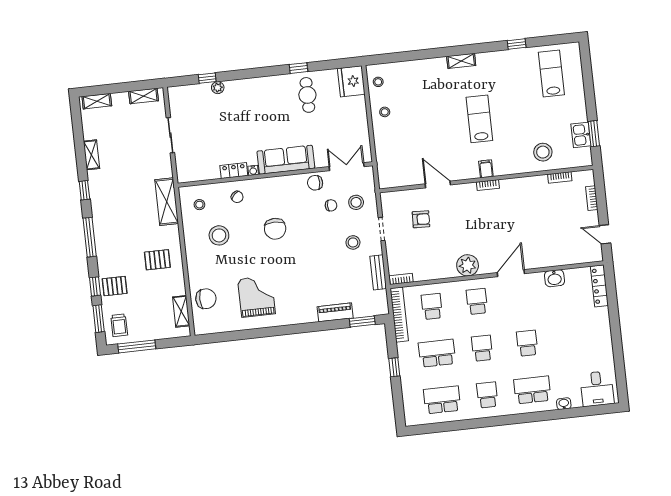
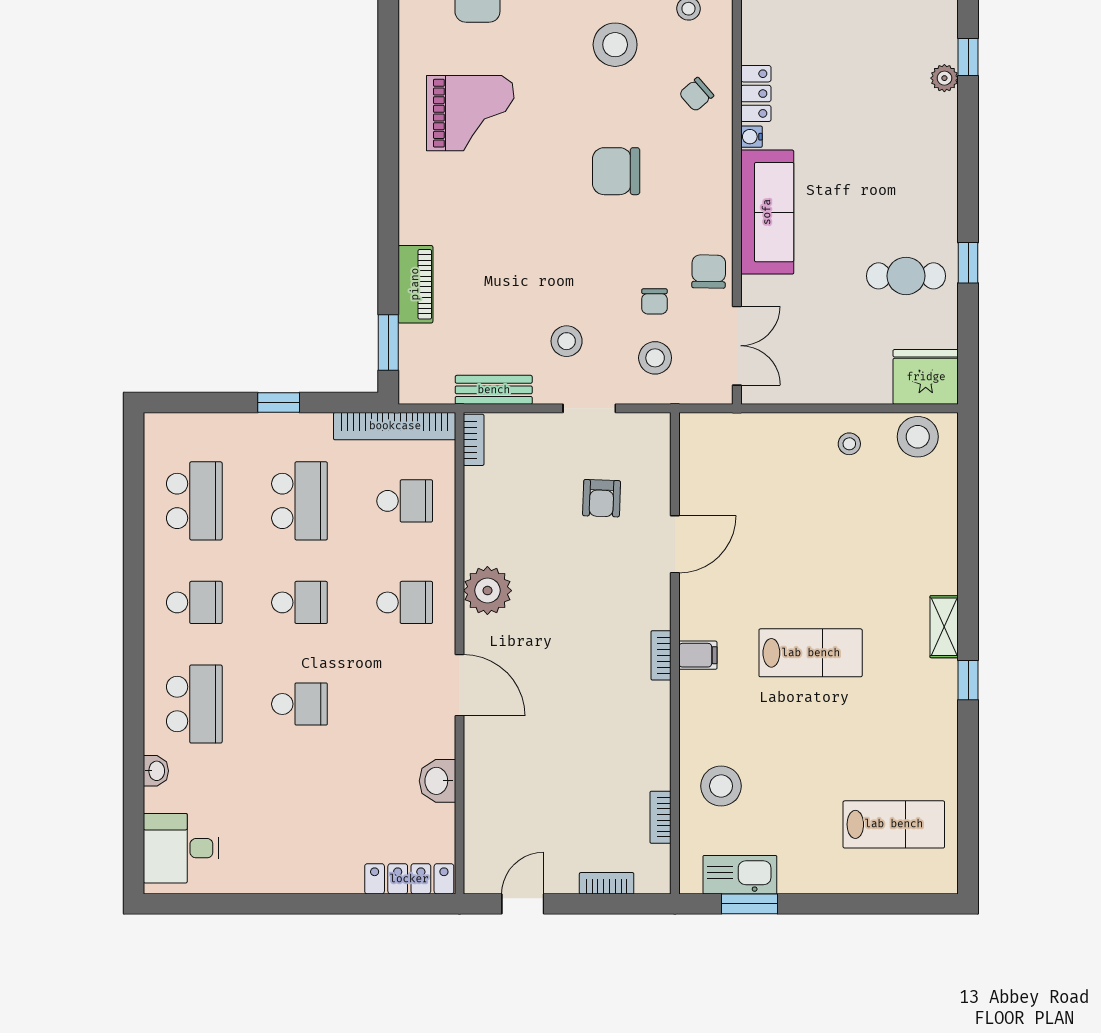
window: (517, 44) -> (968, 680), moved
stool: (378, 82) -> (918, 437), width x1.89, depth x1.89
kitchen sink: (581, 135) -> (740, 875), width x1.38

